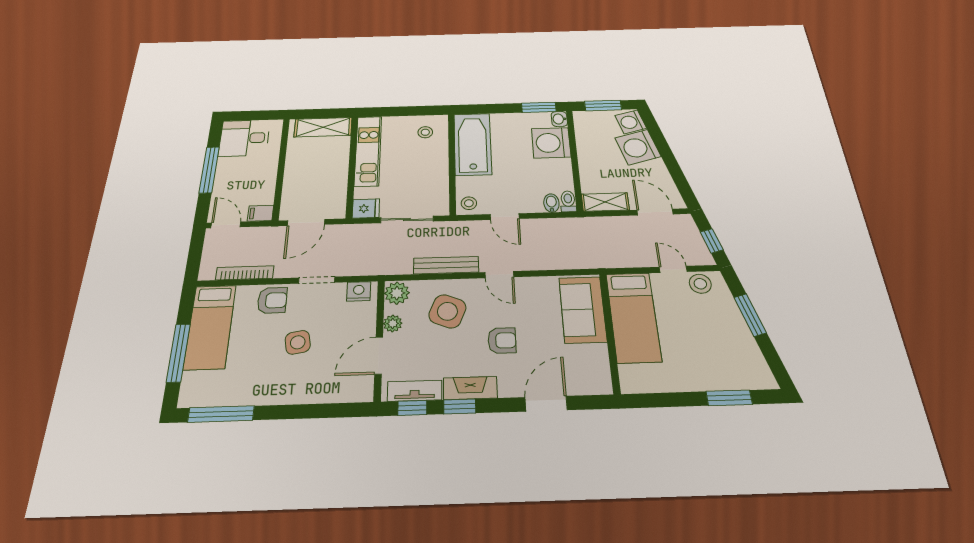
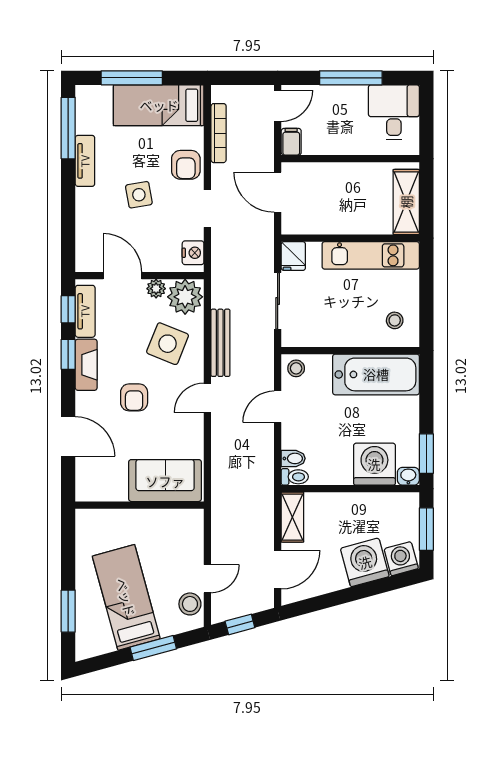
plant: (397, 293) -> (185, 297), width x1.36, depth x1.36
bed: (633, 317) -> (126, 597), moved, turned 75
tv unit: (258, 396) -> (85, 161), added

